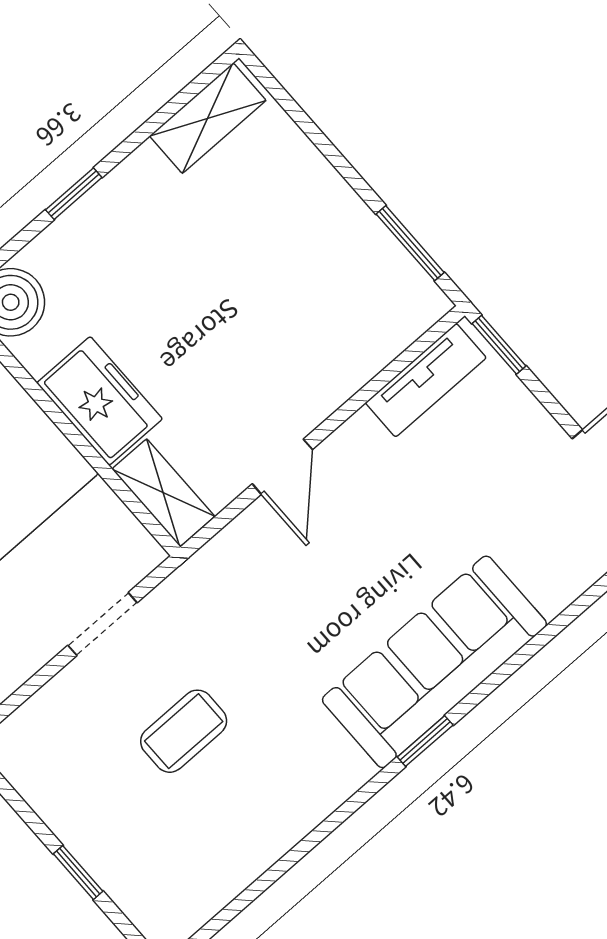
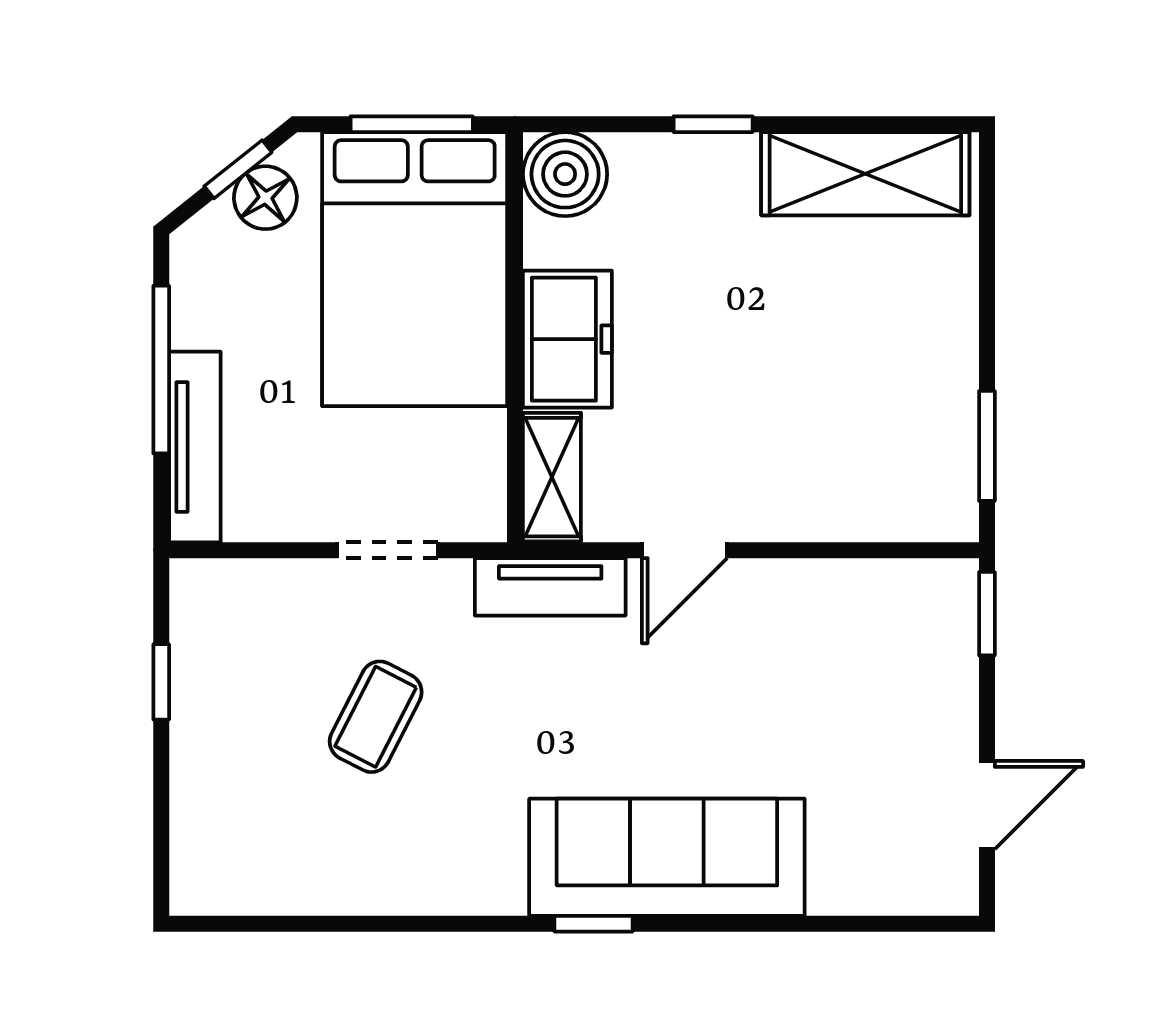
shelving: (208, 118) -> (865, 174), width x1.50, depth x1.33
tv unit: (426, 380) -> (550, 587), moved
coffee table: (184, 731) -> (376, 717), turned -63
window: (78, 873) -> (161, 682), moved

